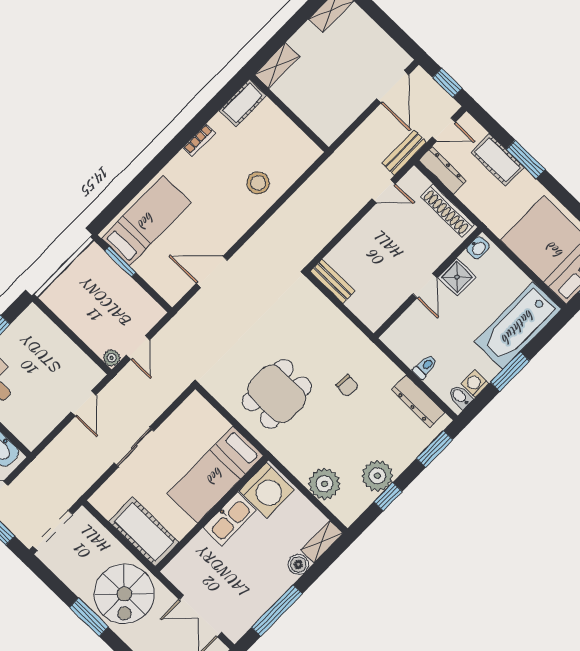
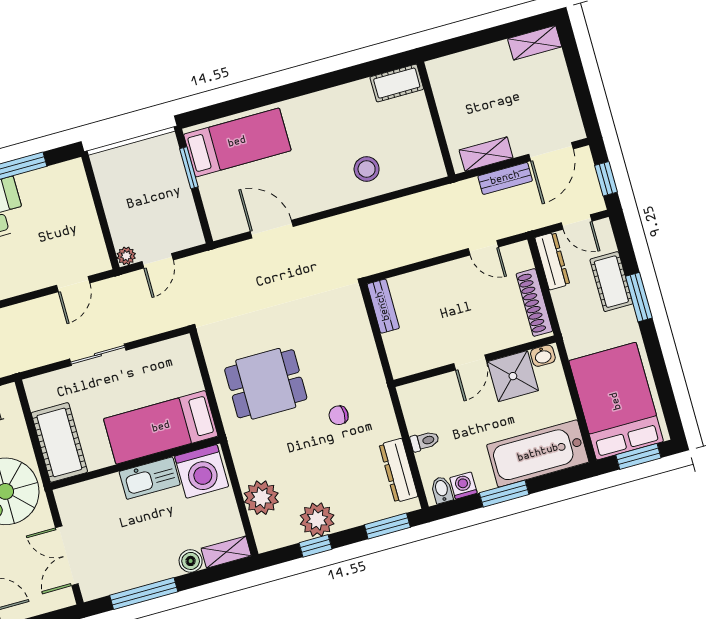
shelving: (277, 65) -> (486, 154), moved
bookcase: (199, 140) -> (334, 95), removed
bench: (404, 153) -> (505, 178), moved
shower: (457, 277) -> (513, 376), width x1.36, depth x1.36
chair: (347, 386) -> (339, 415), turned 86

